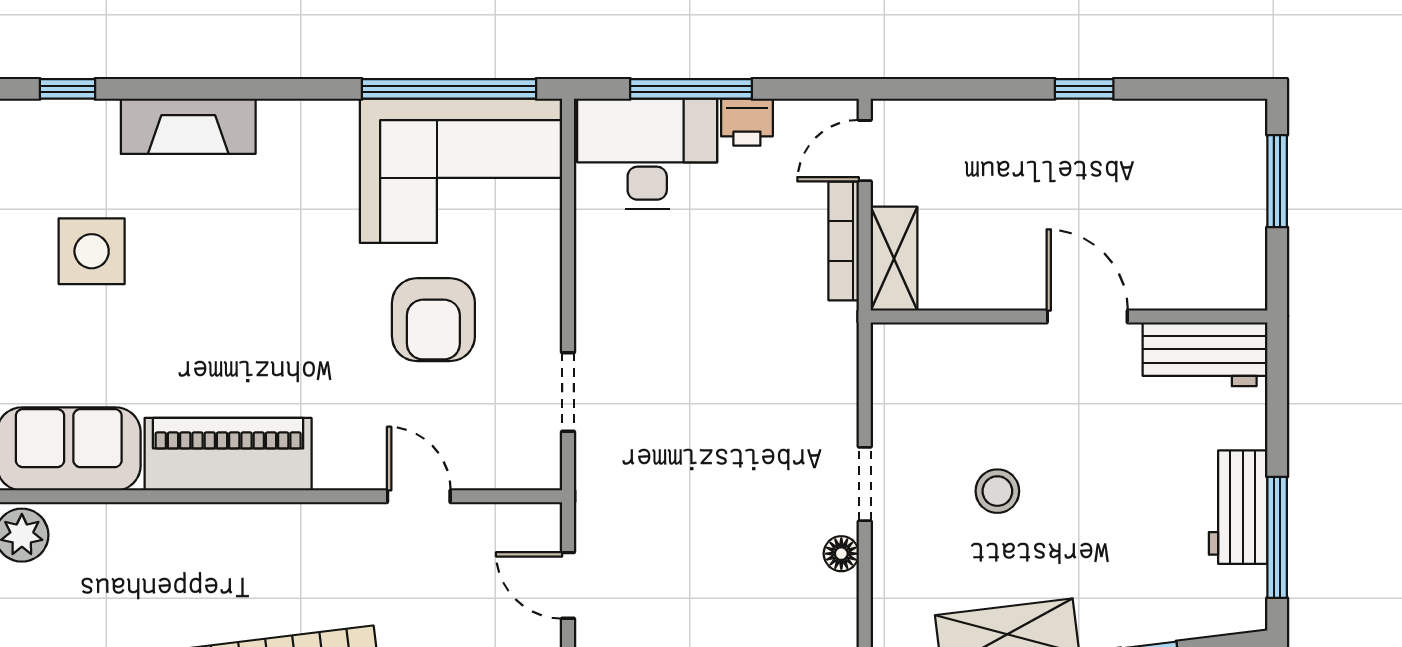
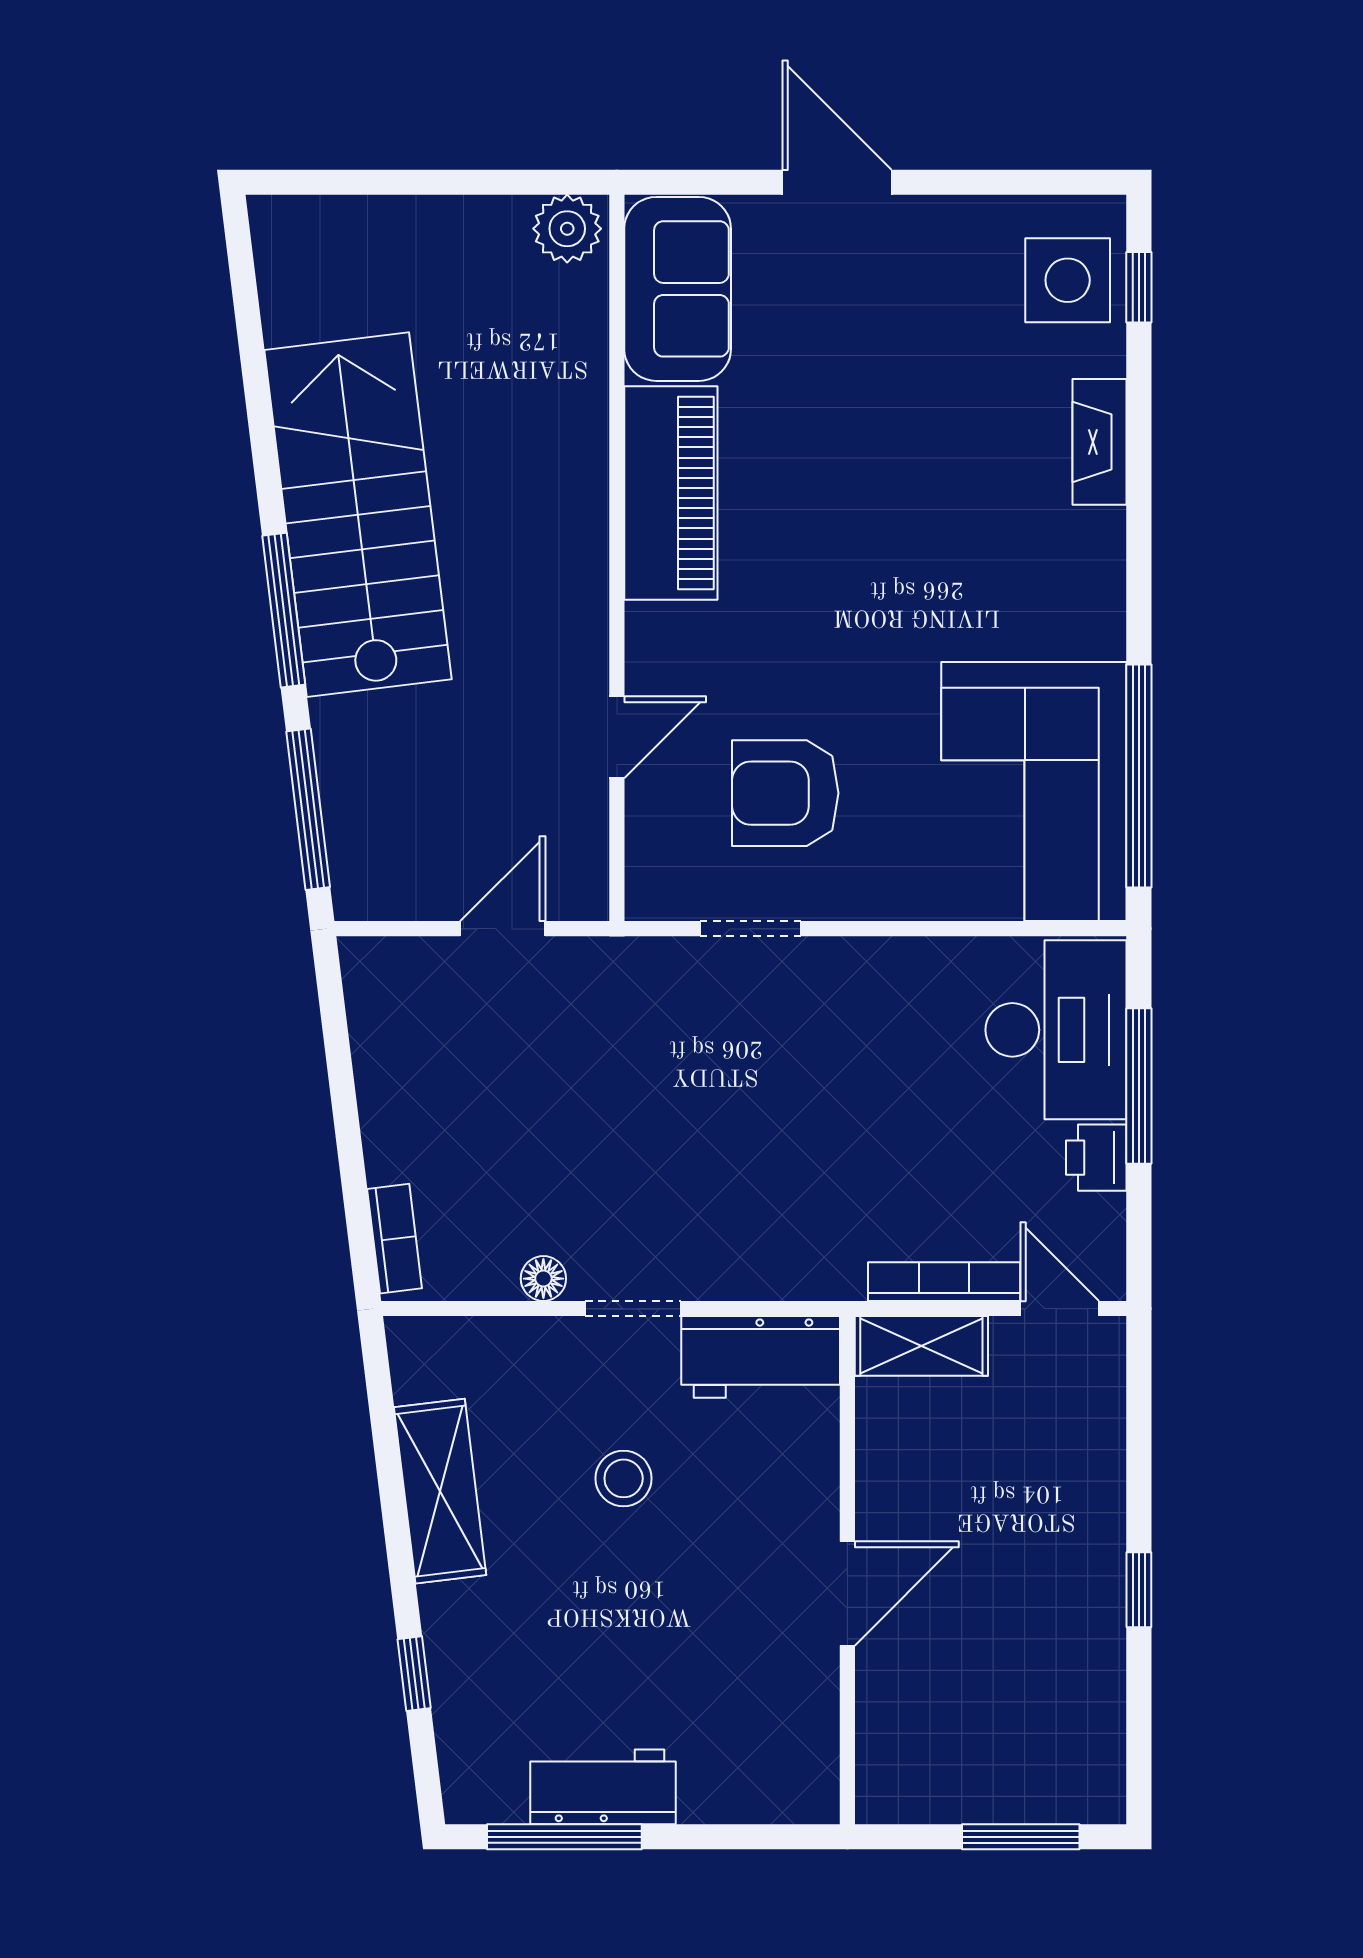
fireplace: (188, 126) -> (1099, 442), width x0.73, depth x0.76
side table: (92, 251) -> (1068, 280), moved
armchair: (433, 320) -> (785, 793), moved
workbench: (1205, 354) -> (761, 1357), moved, turned -90

